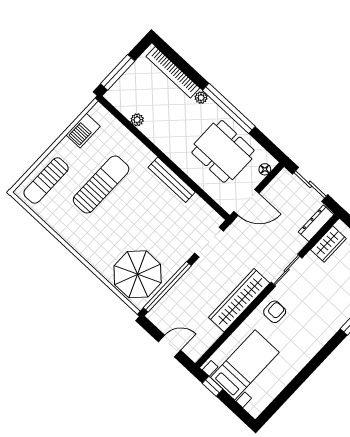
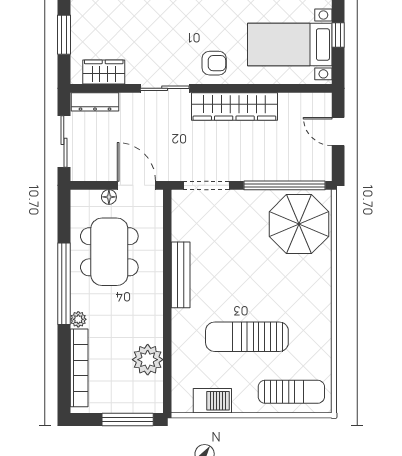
plant: (137, 120) -> (148, 360), width x1.87, depth x1.87
floor lamp: (265, 169) -> (109, 197), moved
armchair: (275, 312) -> (214, 63), turned 180
window: (213, 386) -> (338, 35), moved

